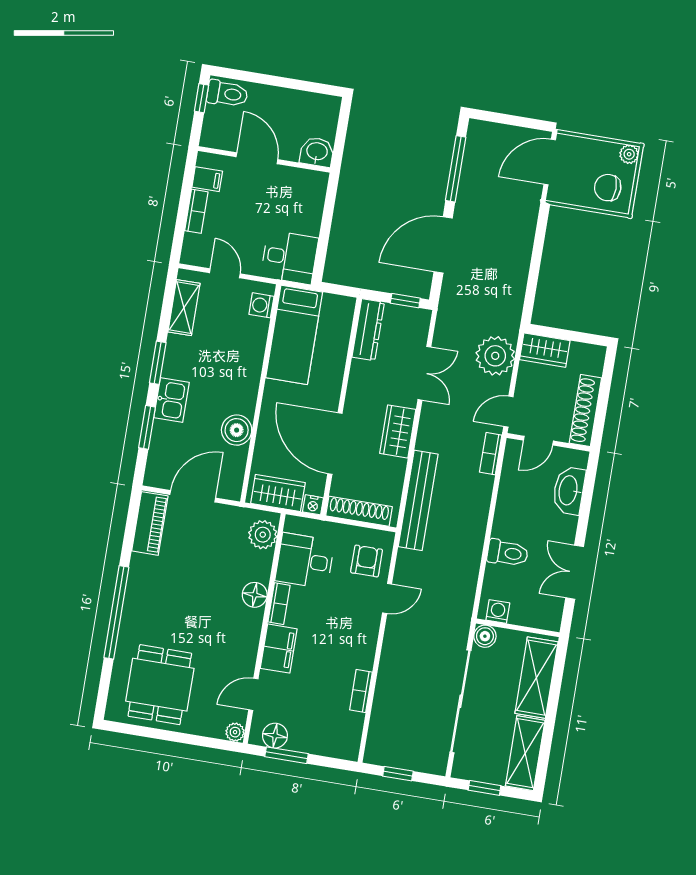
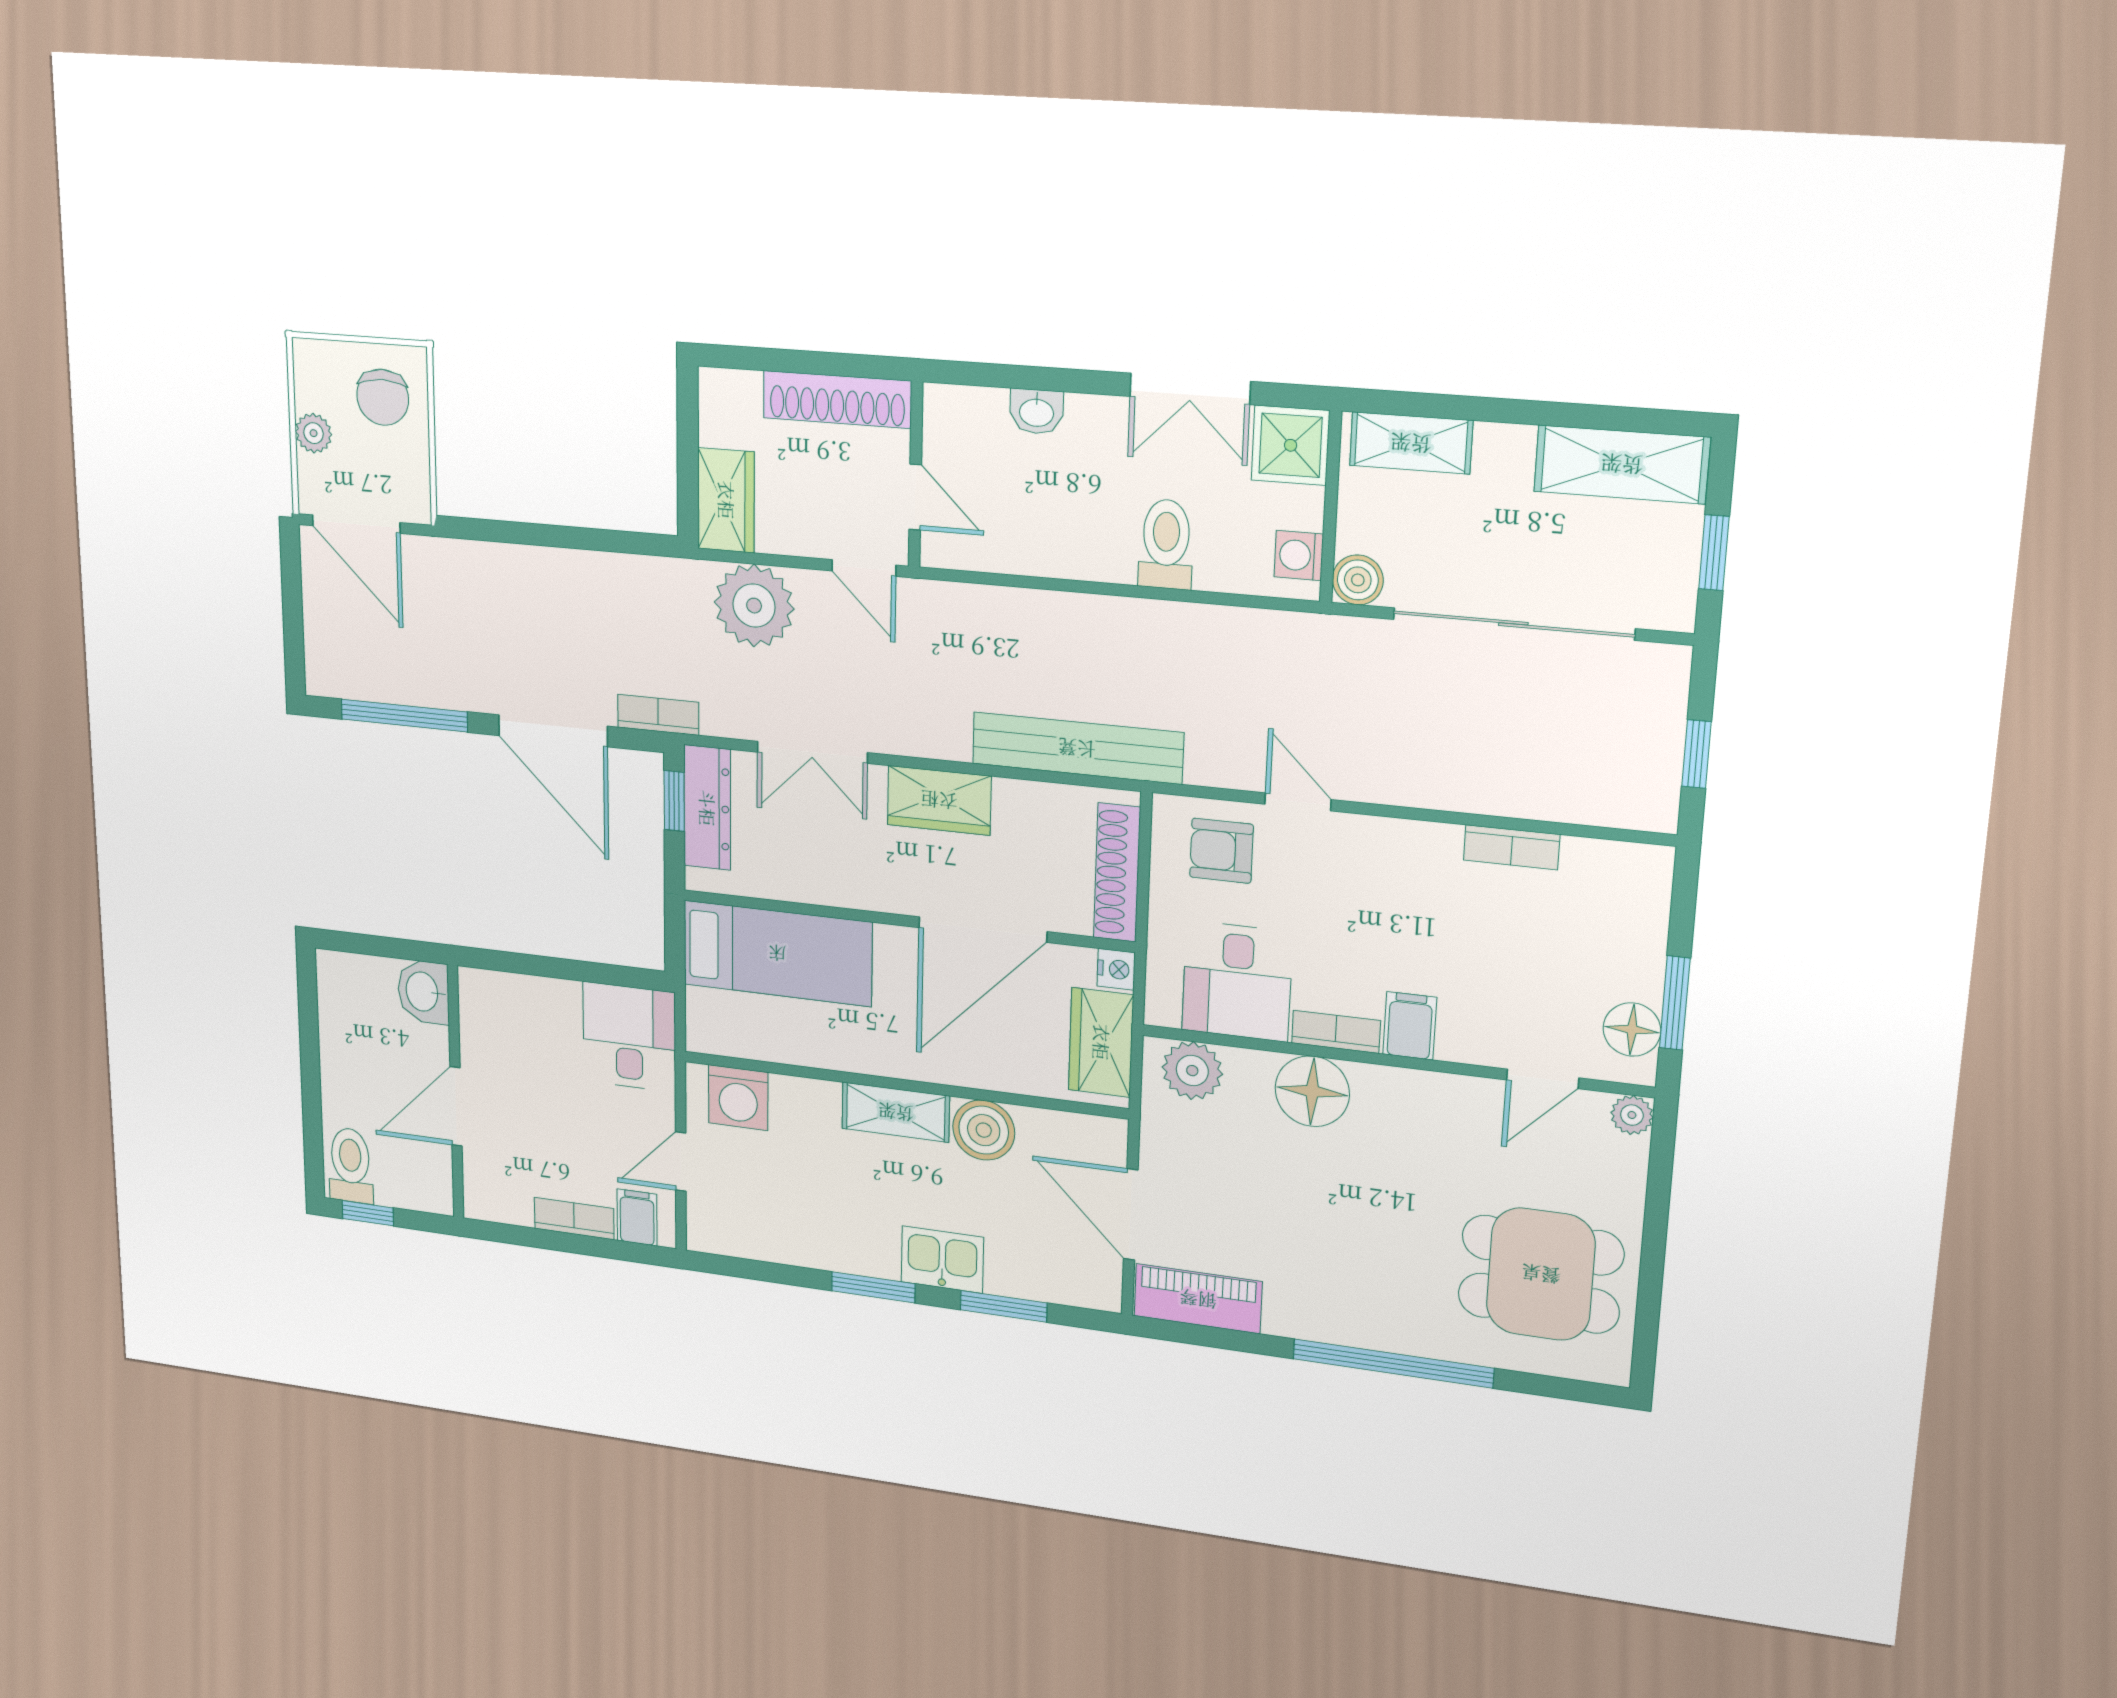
plant: (629, 154) -> (314, 433), moved
filing cabinet: (207, 179) -> (637, 1217), moved
washing machine: (261, 305) -> (738, 1098), width x1.38, depth x1.38
shelving: (184, 308) -> (896, 1112), moved
dresser: (368, 330) -> (707, 808), moved, turned 90
bed: (294, 335) -> (777, 953), moved
double door: (424, 373) -> (812, 752), swing flipped
bookcase: (491, 454) -> (658, 715), moved, turned 180
washbasin: (569, 490) -> (1036, 412), width x0.52, depth x0.69
floor lamp: (255, 595) -> (1312, 1091), width x1.38, depth x1.38
shower: (546, 613) -> (1291, 445), added
filing cabinet: (279, 649) -> (1410, 1026), width x0.50
shelving: (536, 678) -> (1411, 443), width x0.67, depth x0.75
door: (253, 694) -> (1543, 1079), hinge flipped

